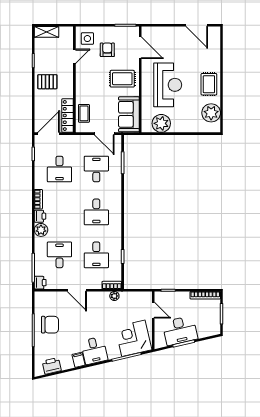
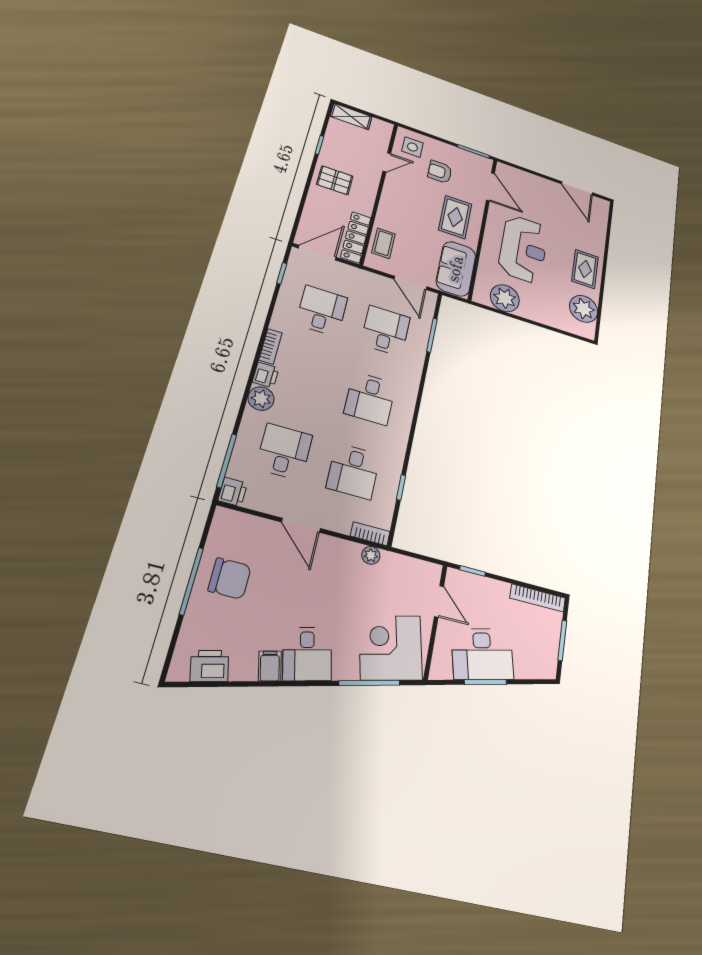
armchair: (107, 50) -> (440, 172), turned -90
rug: (122, 79) -> (455, 217), turned 90
desk: (59, 169) -> (322, 311), turned 180

